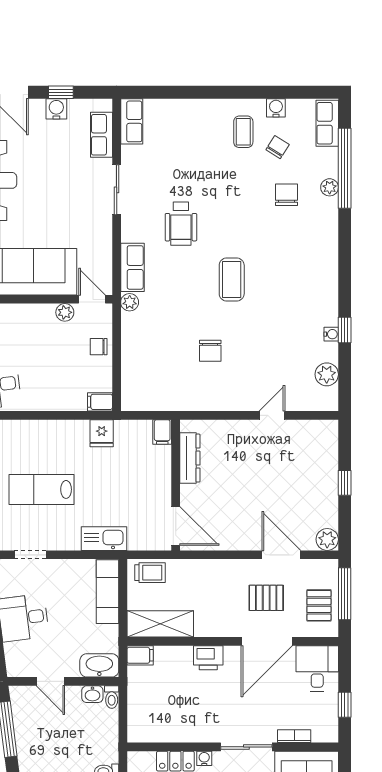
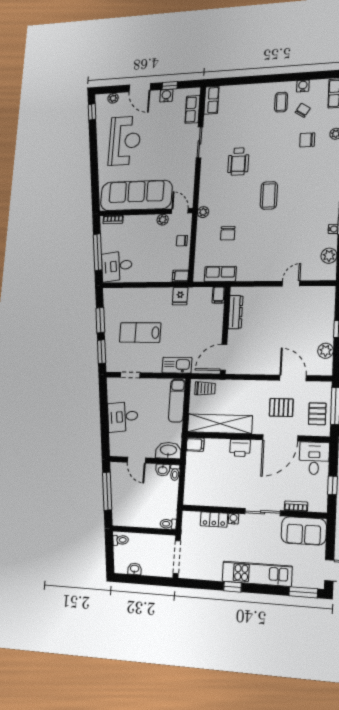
chair: (287, 195) -> (307, 140), turned -90
row of seats: (132, 267) -> (220, 274), moved, turned -90
chair: (210, 351) -> (228, 233), moved
door: (176, 526) -> (224, 357), swing flipped
plant: (327, 539) -> (326, 351), moved
shelving: (160, 624) -> (220, 424), width x1.47

